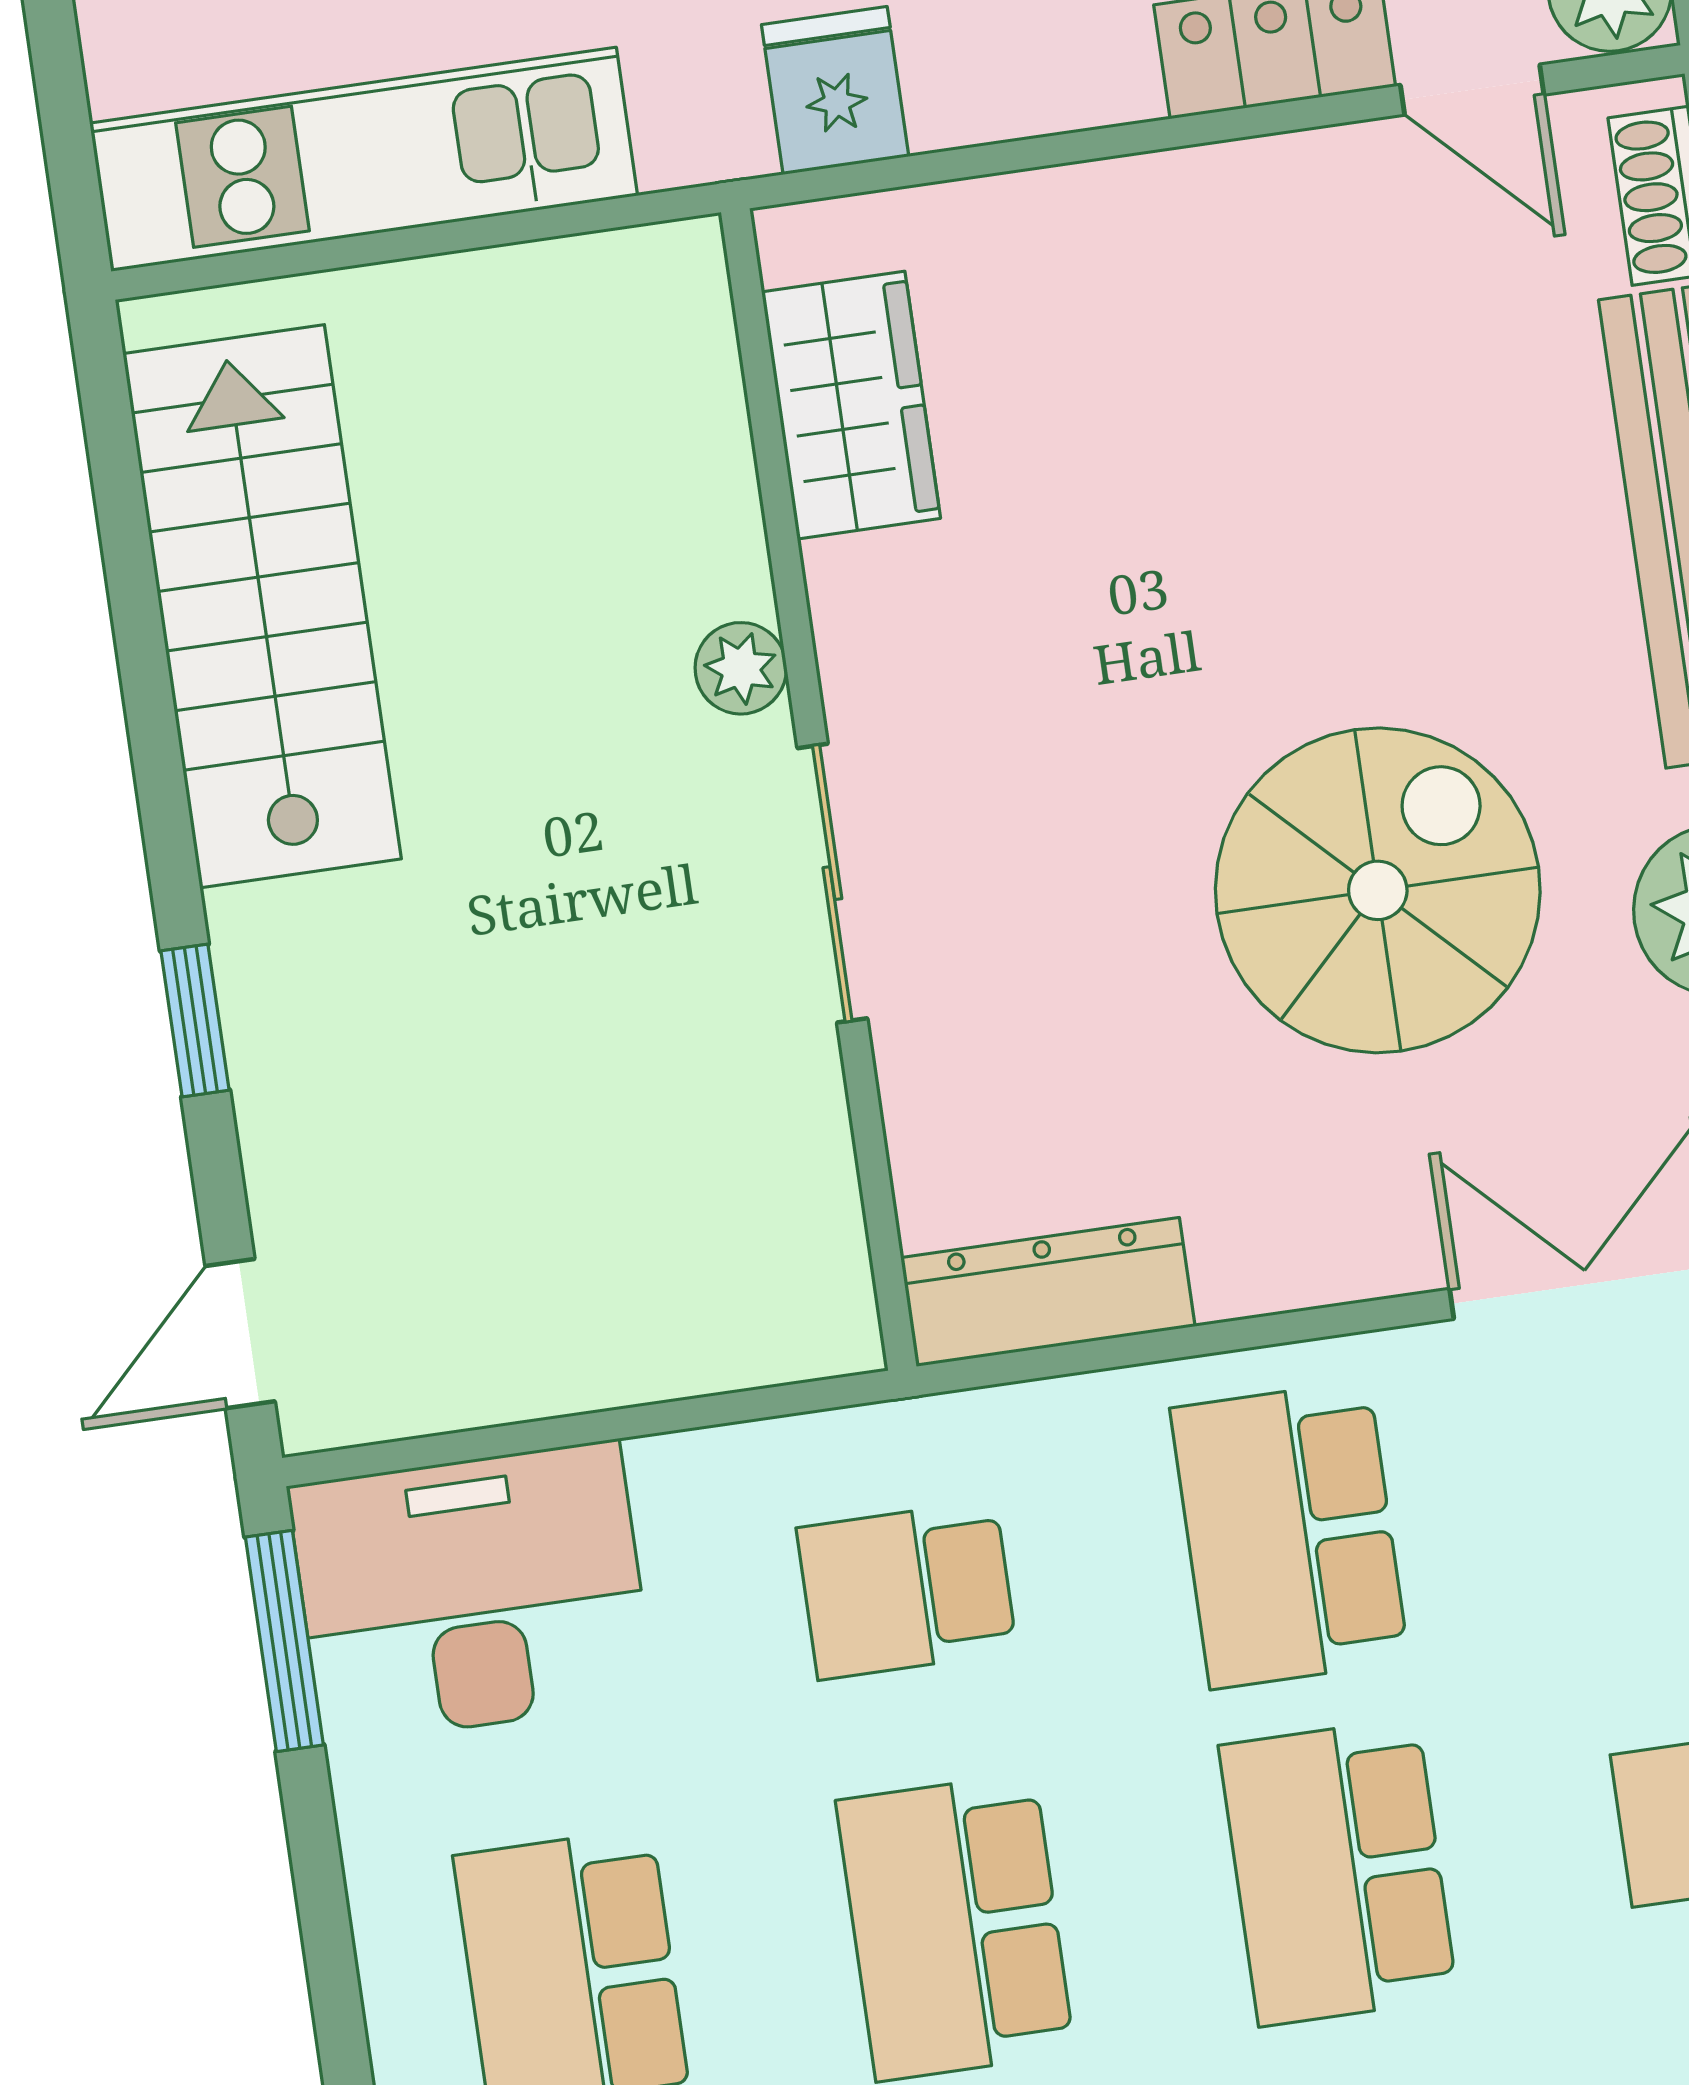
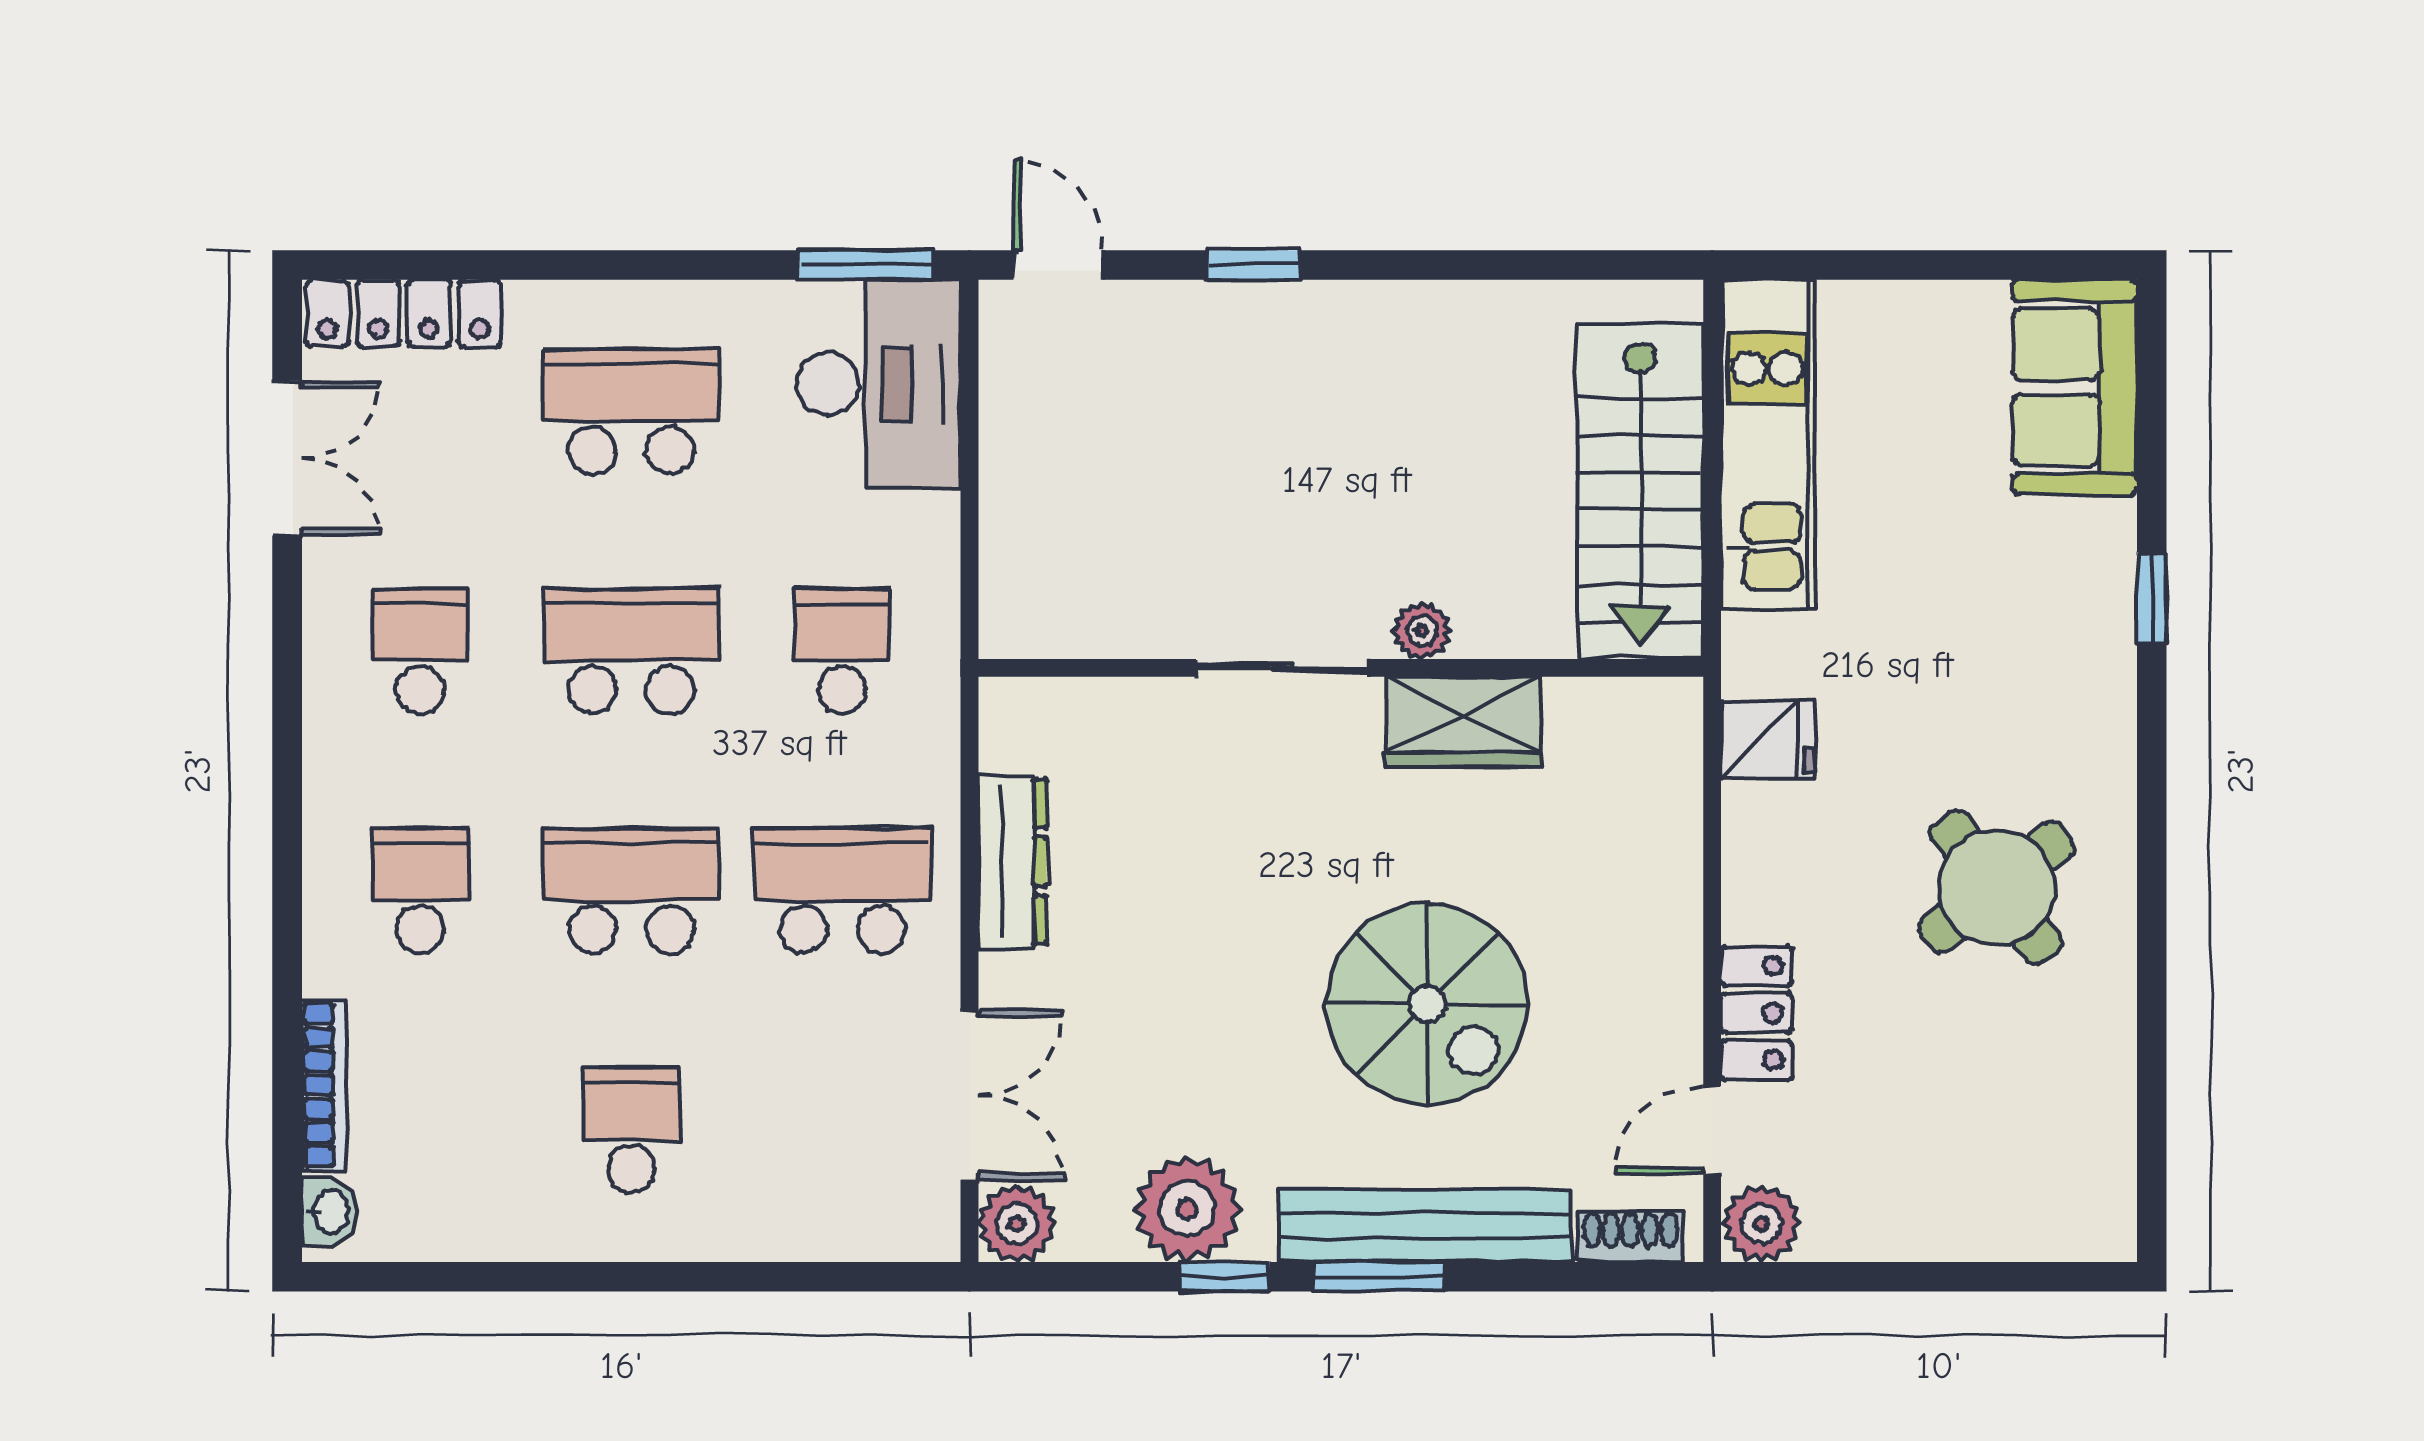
wardrobe: (851, 405) -> (1463, 722), moved
stairs: (262, 606) -> (1640, 492), moved, turned 90
spiral stairs: (1378, 890) -> (1427, 1004), moved
dresser: (1048, 1292) -> (1012, 862), moved

